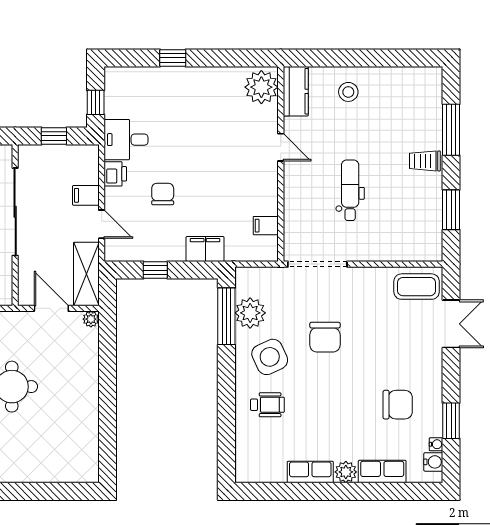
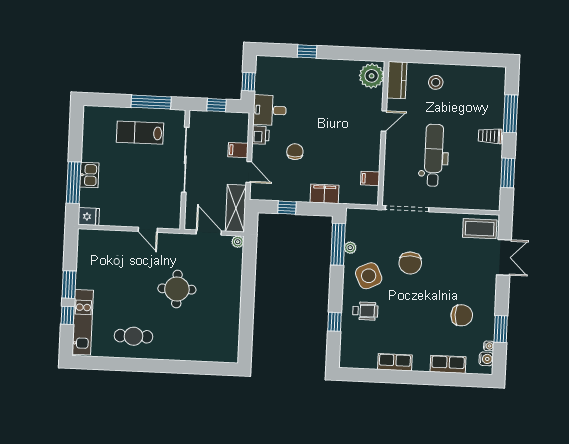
door: (281, 147) -> (384, 121), hinge flipped
dental chair: (350, 190) -> (434, 155), width x1.36, depth x1.38
plant: (250, 313) -> (350, 248), width x0.53, depth x0.53
window: (226, 421) -> (334, 322), added
plant: (346, 472) -> (421, 363), removed

